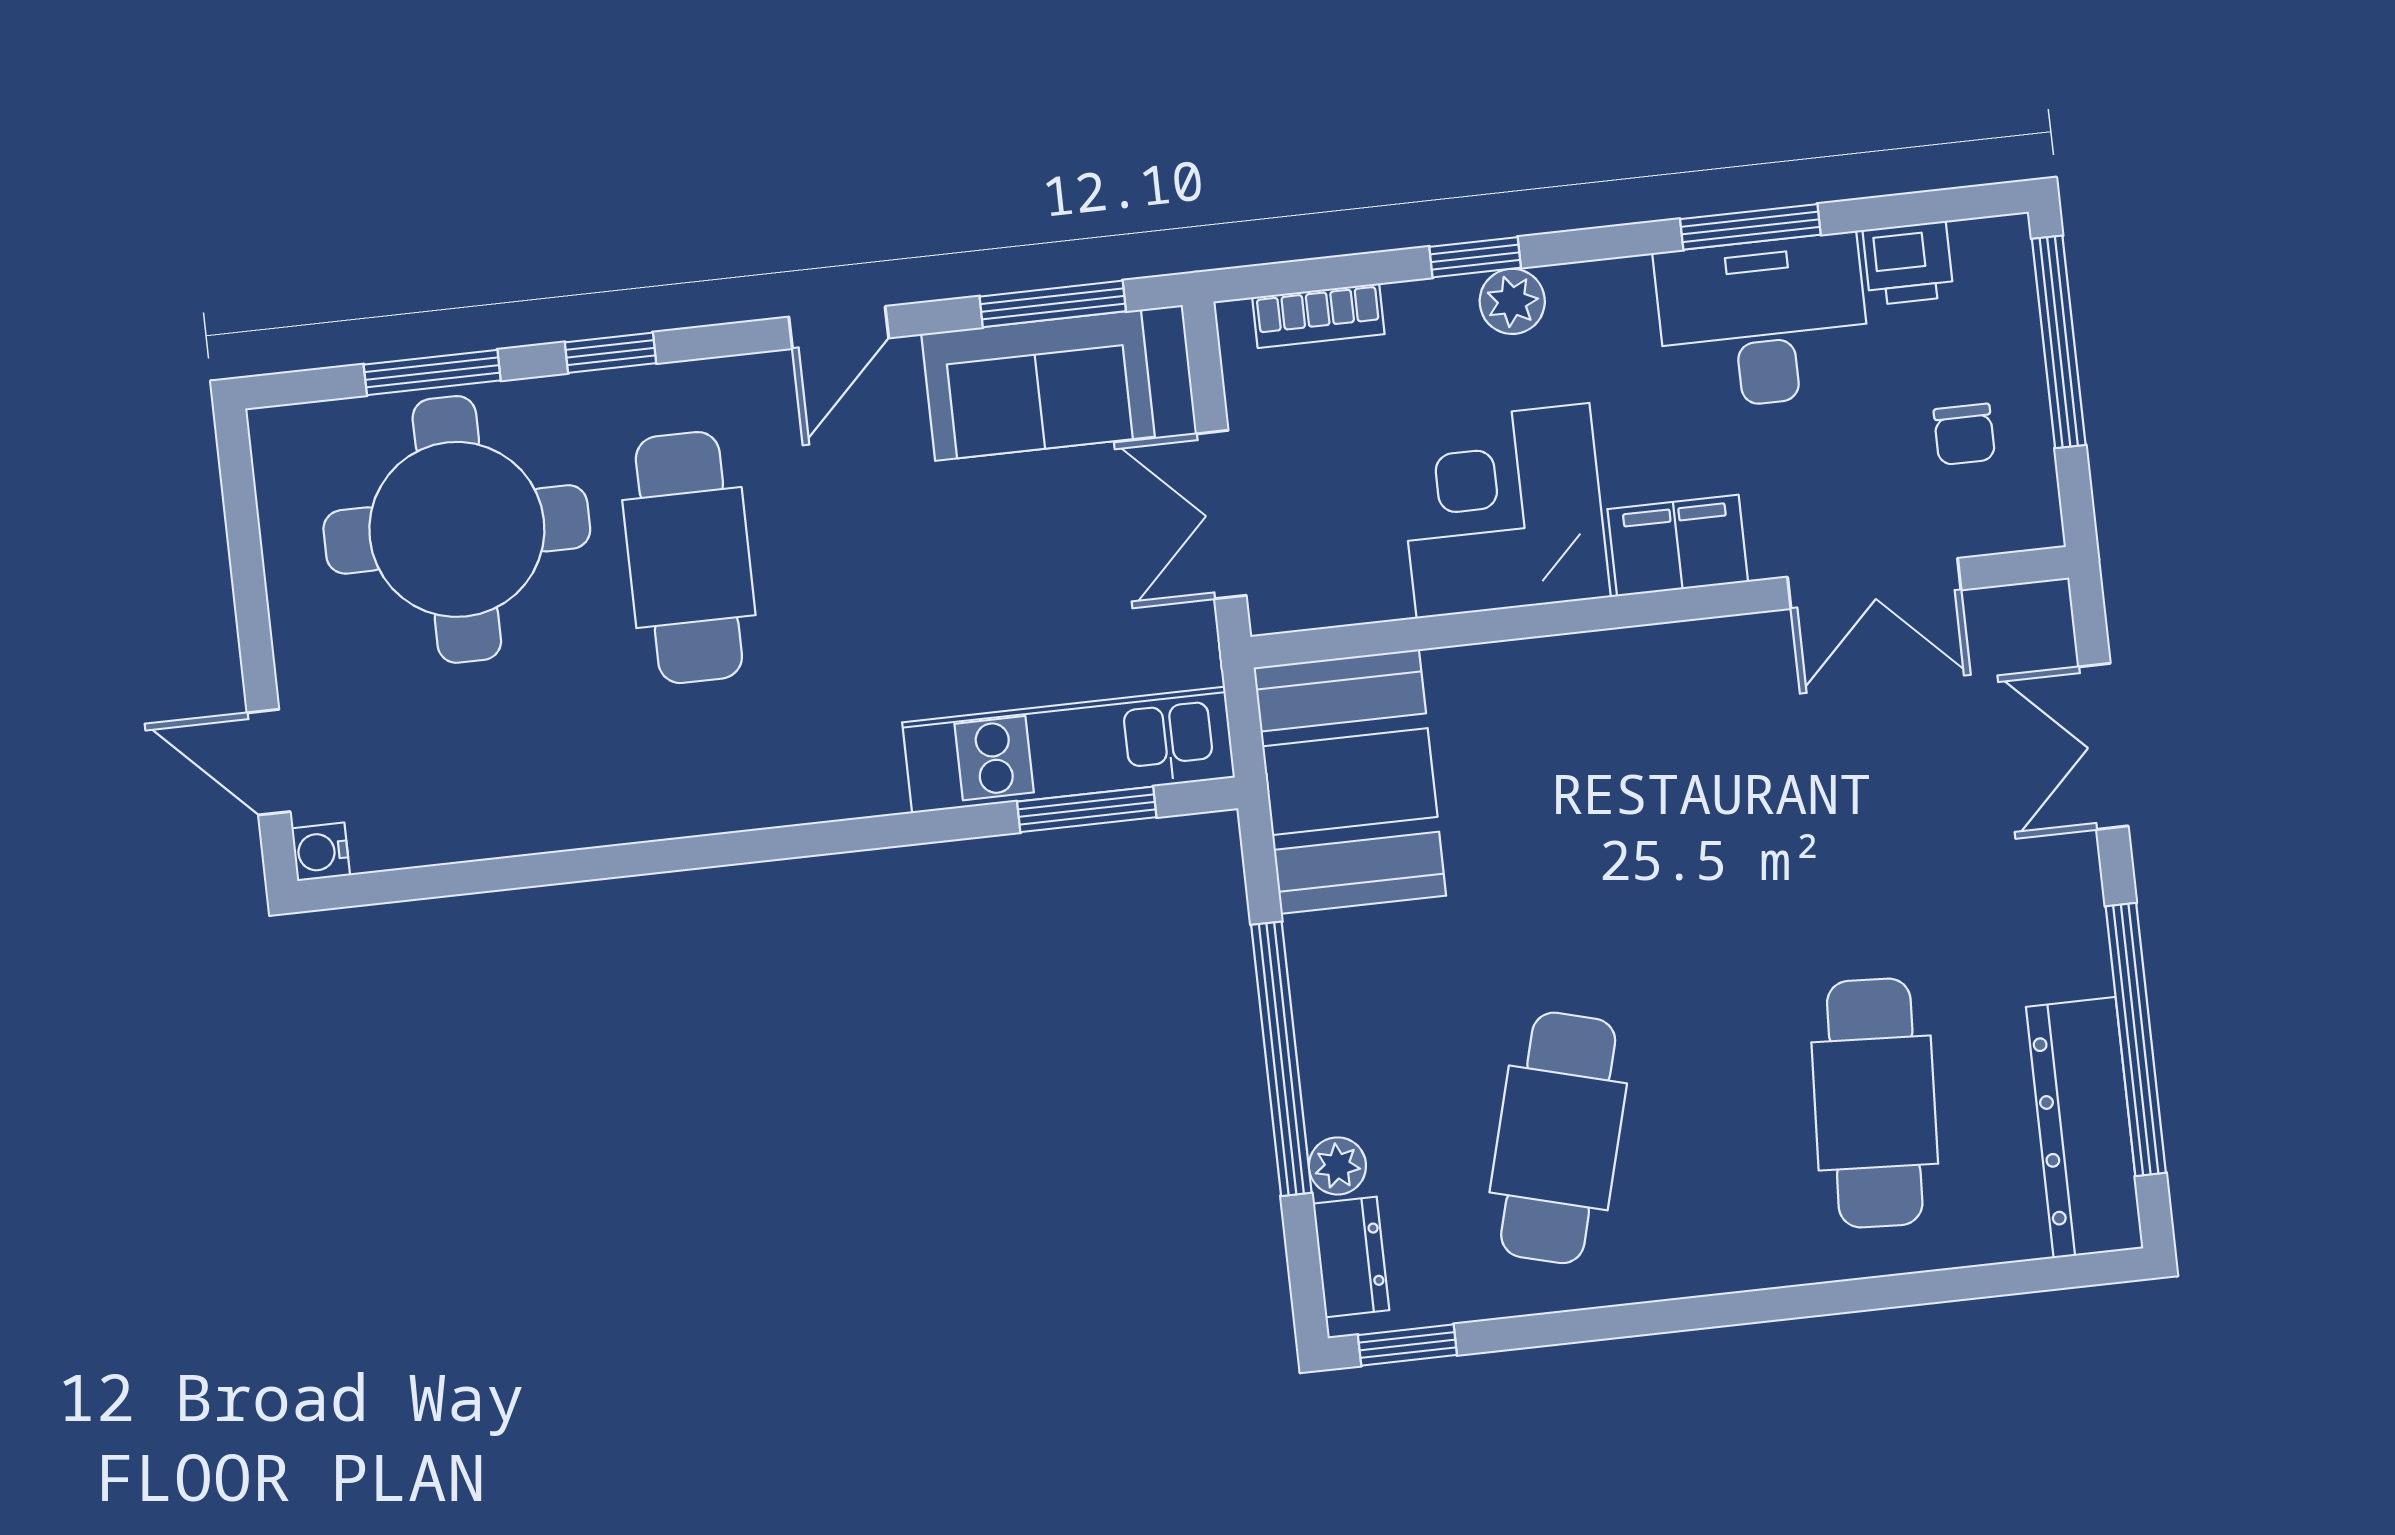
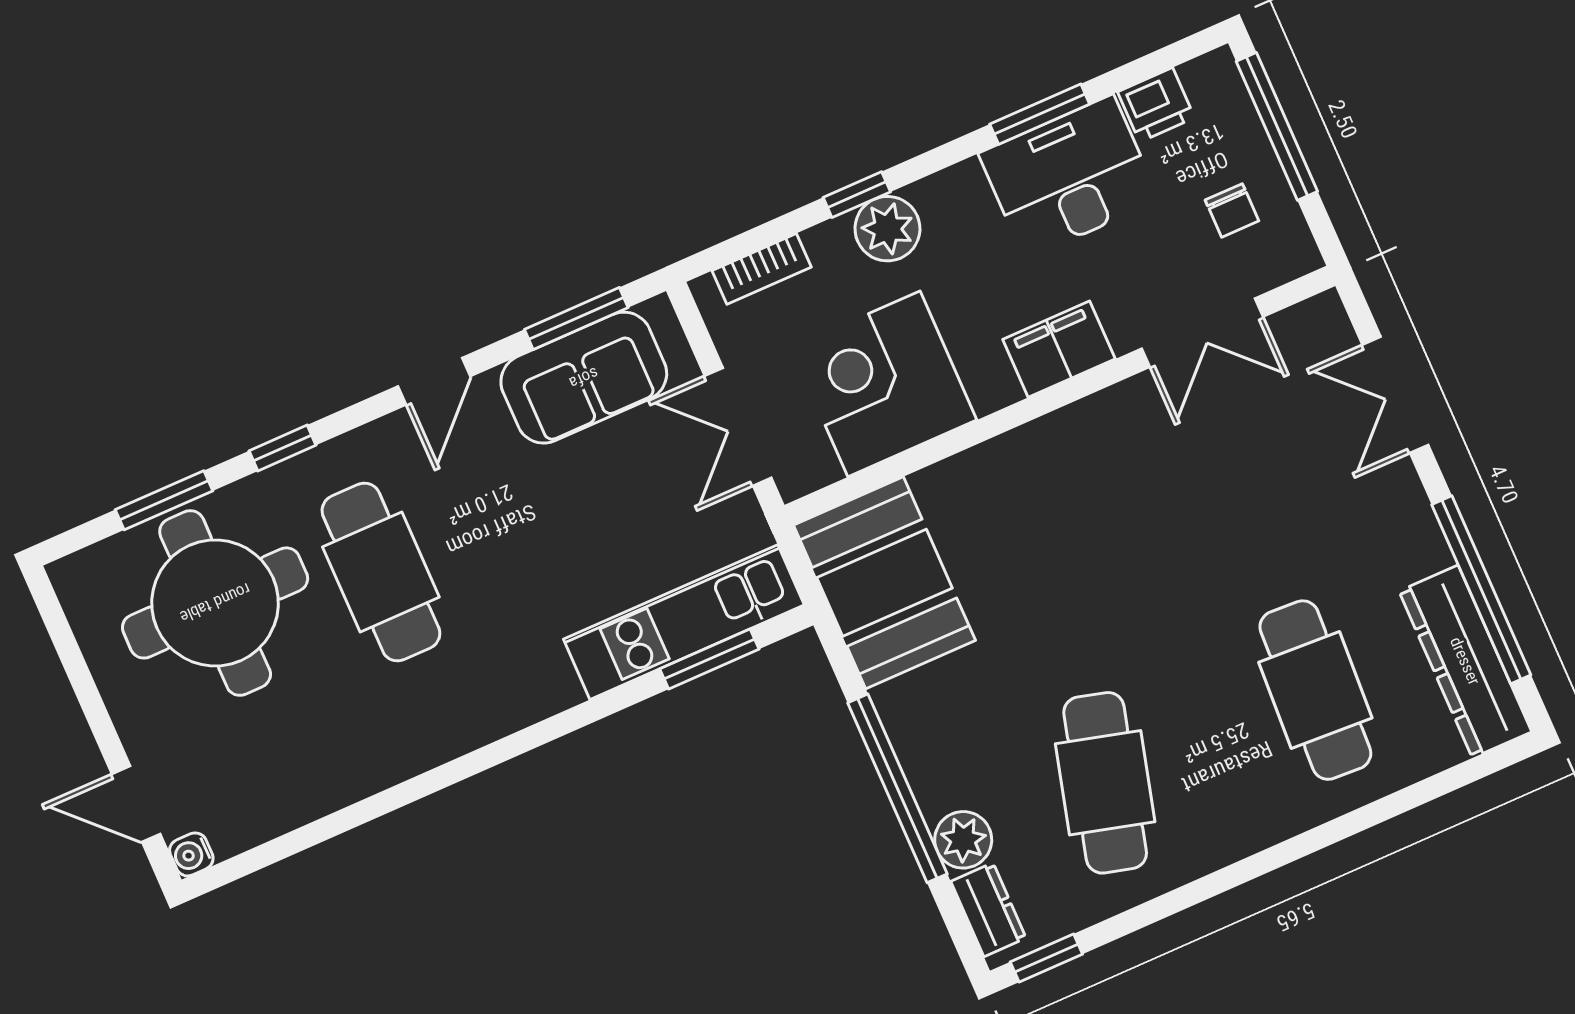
plant: (1512, 301) -> (887, 229), width x1.38, depth x1.38
corner desk: (1503, 511) -> (884, 384), moved
plant: (1337, 1166) -> (963, 840), width x1.38, depth x1.38

